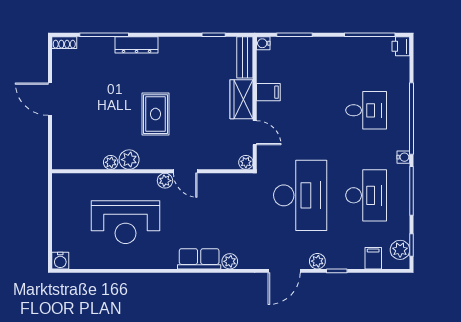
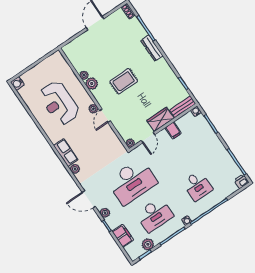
plant: (400, 250) -> (148, 244), moved
filing cabinet: (373, 258) -> (123, 236), width x2.00

